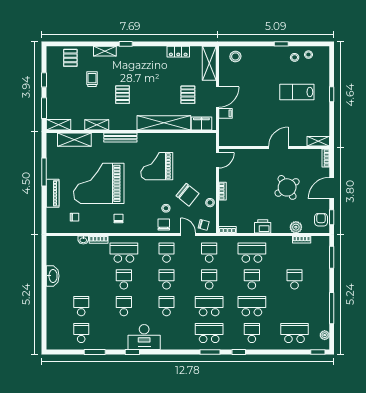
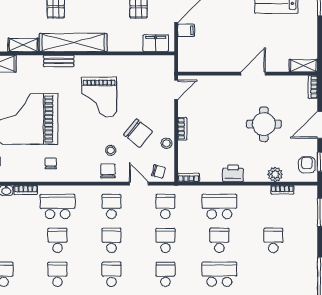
shelving: (164, 123) -> (73, 43), moved
bench: (120, 138) -> (59, 61), width x0.73
grand piano: (157, 166) -> (99, 97), turned -90
round table: (287, 187) -> (264, 124), turned 33
school desk: (209, 306) -> (165, 274), width x0.54

